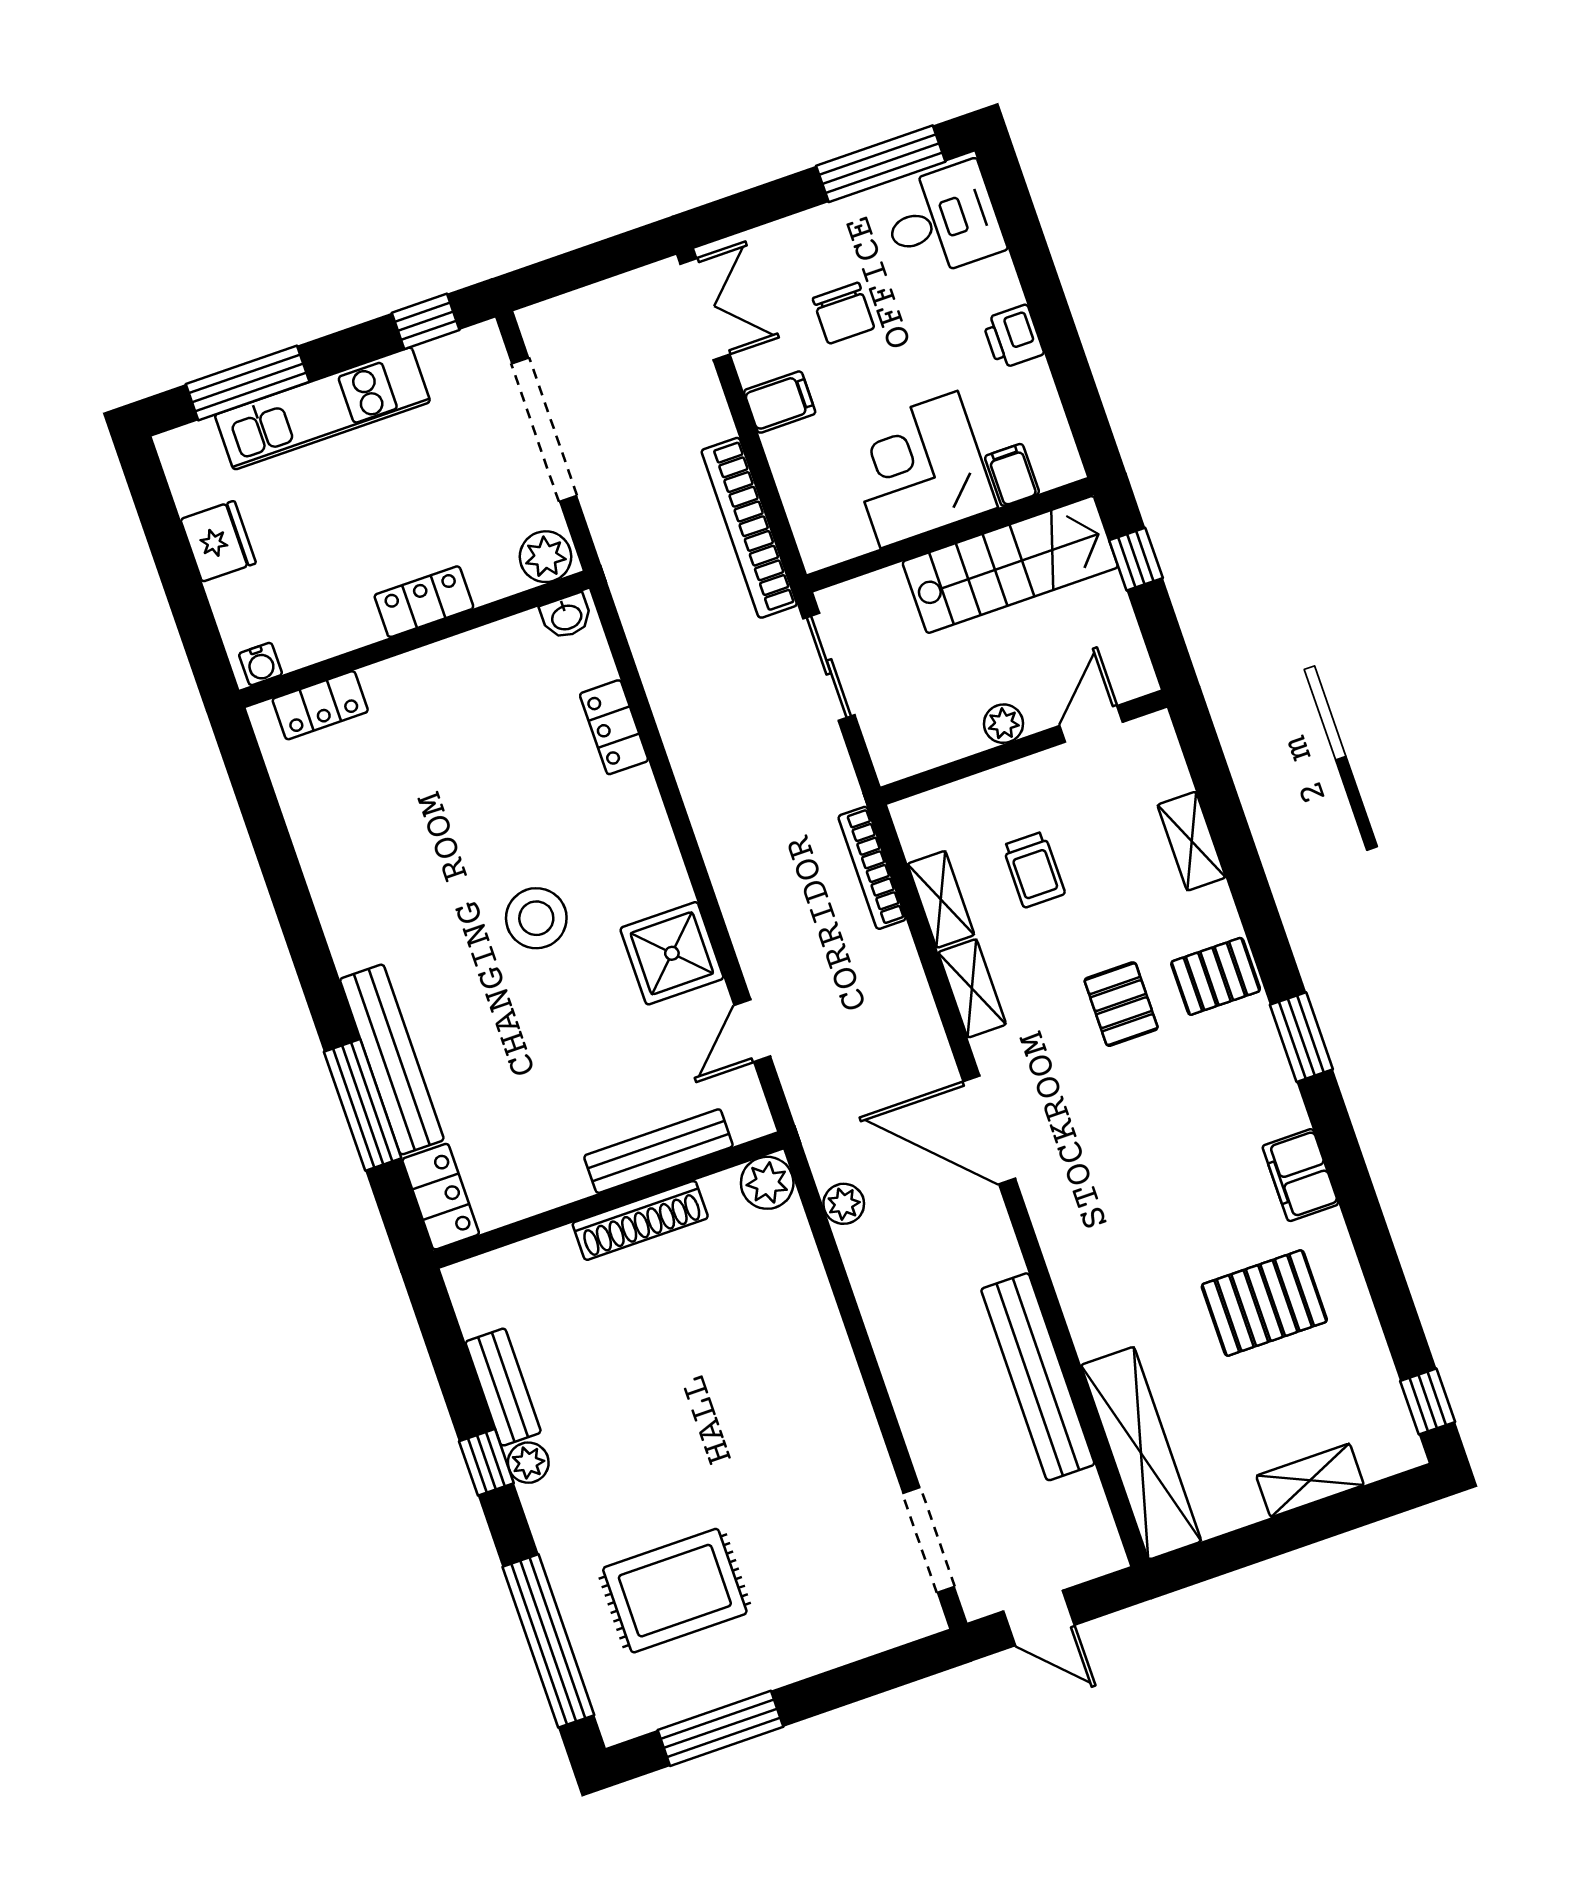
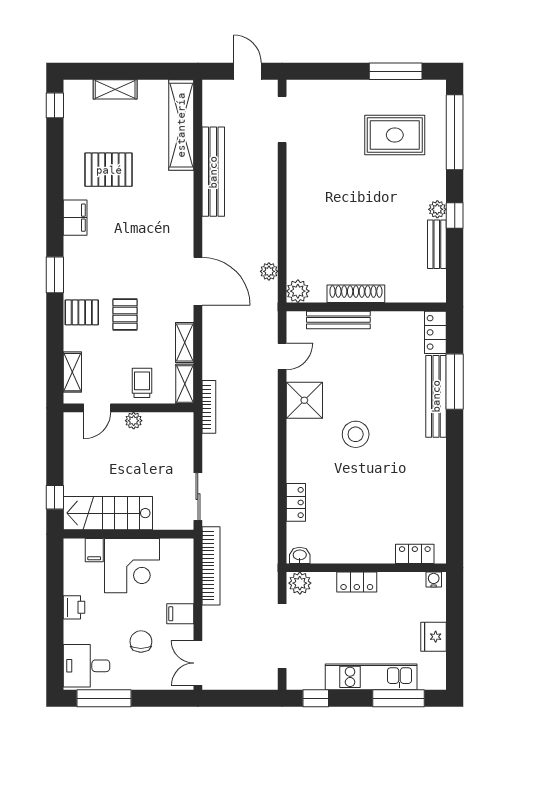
plant: (1004, 724) -> (134, 421), moved
door: (1091, 724) -> (97, 408), moved
wall: (1024, 747) -> (128, 408), moved

